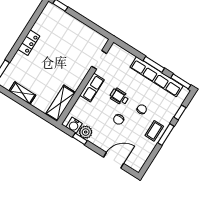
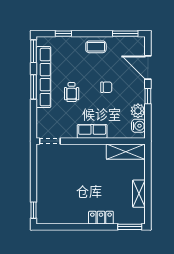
locker: (29, 43) -> (101, 218), moved
doorway: (99, 60) -> (50, 141), moved
wheelchair: (119, 97) -> (72, 92), moved
chair: (142, 109) -> (83, 71), removed
window: (166, 135) -> (125, 34), moved
window: (80, 139) -> (148, 96), moved

